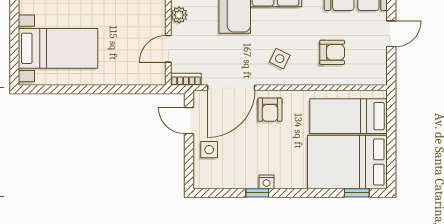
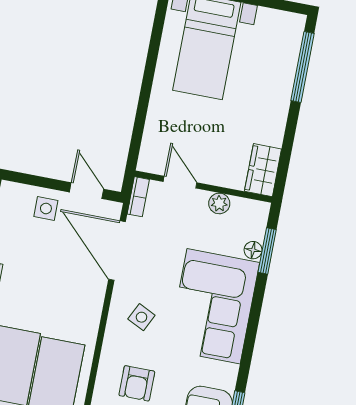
armchair: (270, 110) -> (81, 293), removed
door: (189, 121) -> (87, 191), hinge flipped

